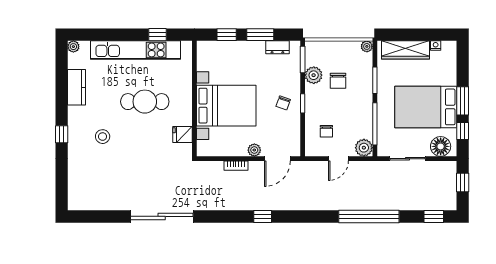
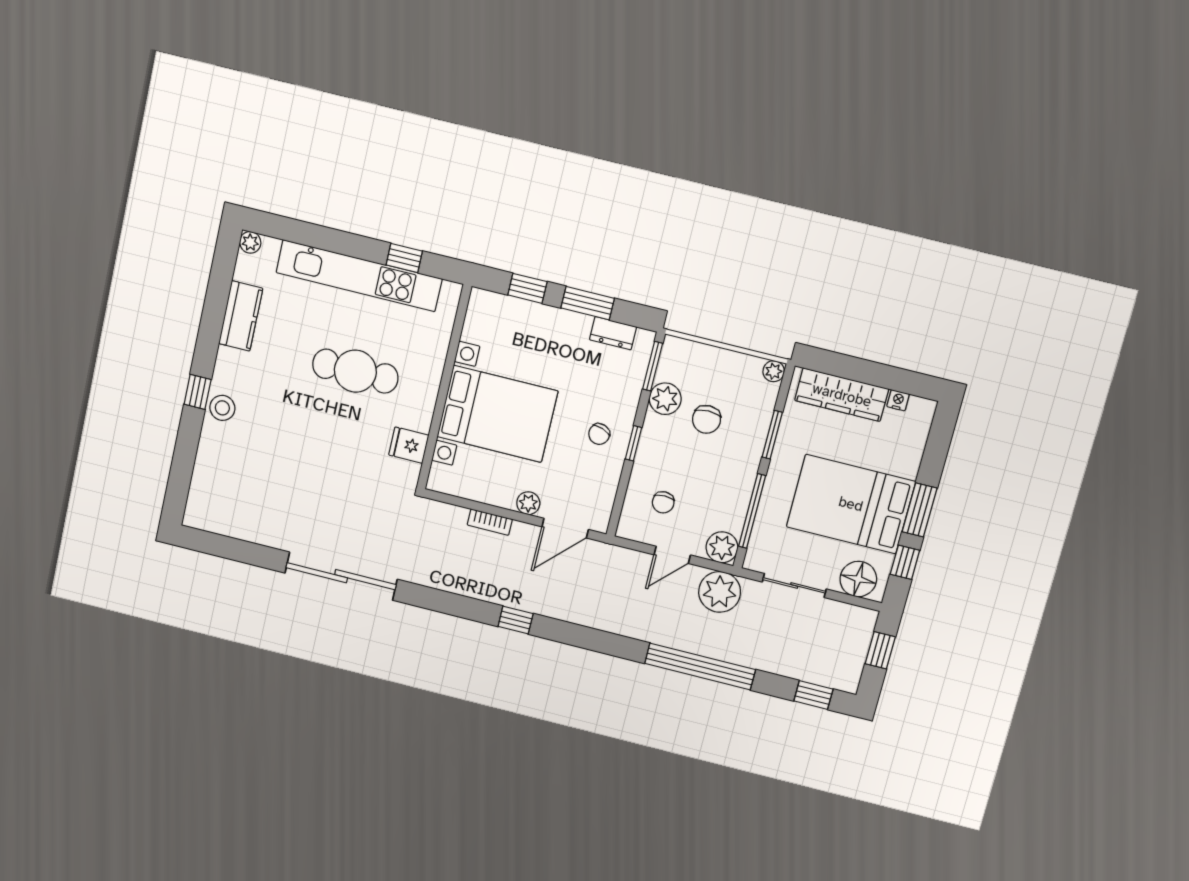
stool: (103, 137) -> (222, 408), moved
plant: (369, 172) -> (720, 592), added

